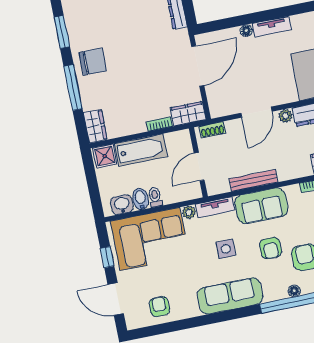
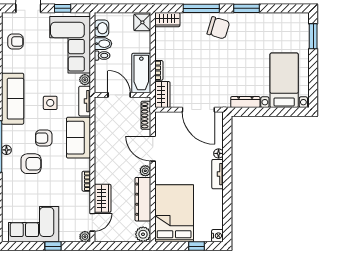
chair: (93, 62) -> (218, 28), turned -73
shoe rack: (212, 130) -> (146, 115), width x1.43
bathtub: (141, 150) -> (141, 73), moved
bench: (253, 180) -> (100, 135), removed

